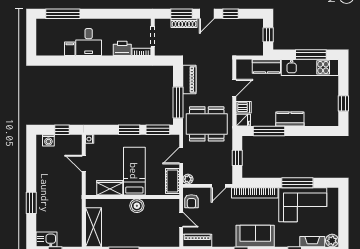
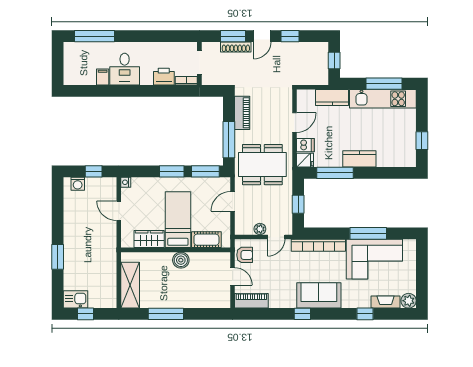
plant: (188, 179) -> (260, 229), moved
cot: (172, 181) -> (206, 240), moved, turned 90
armchair: (191, 201) -> (245, 255), turned -90

